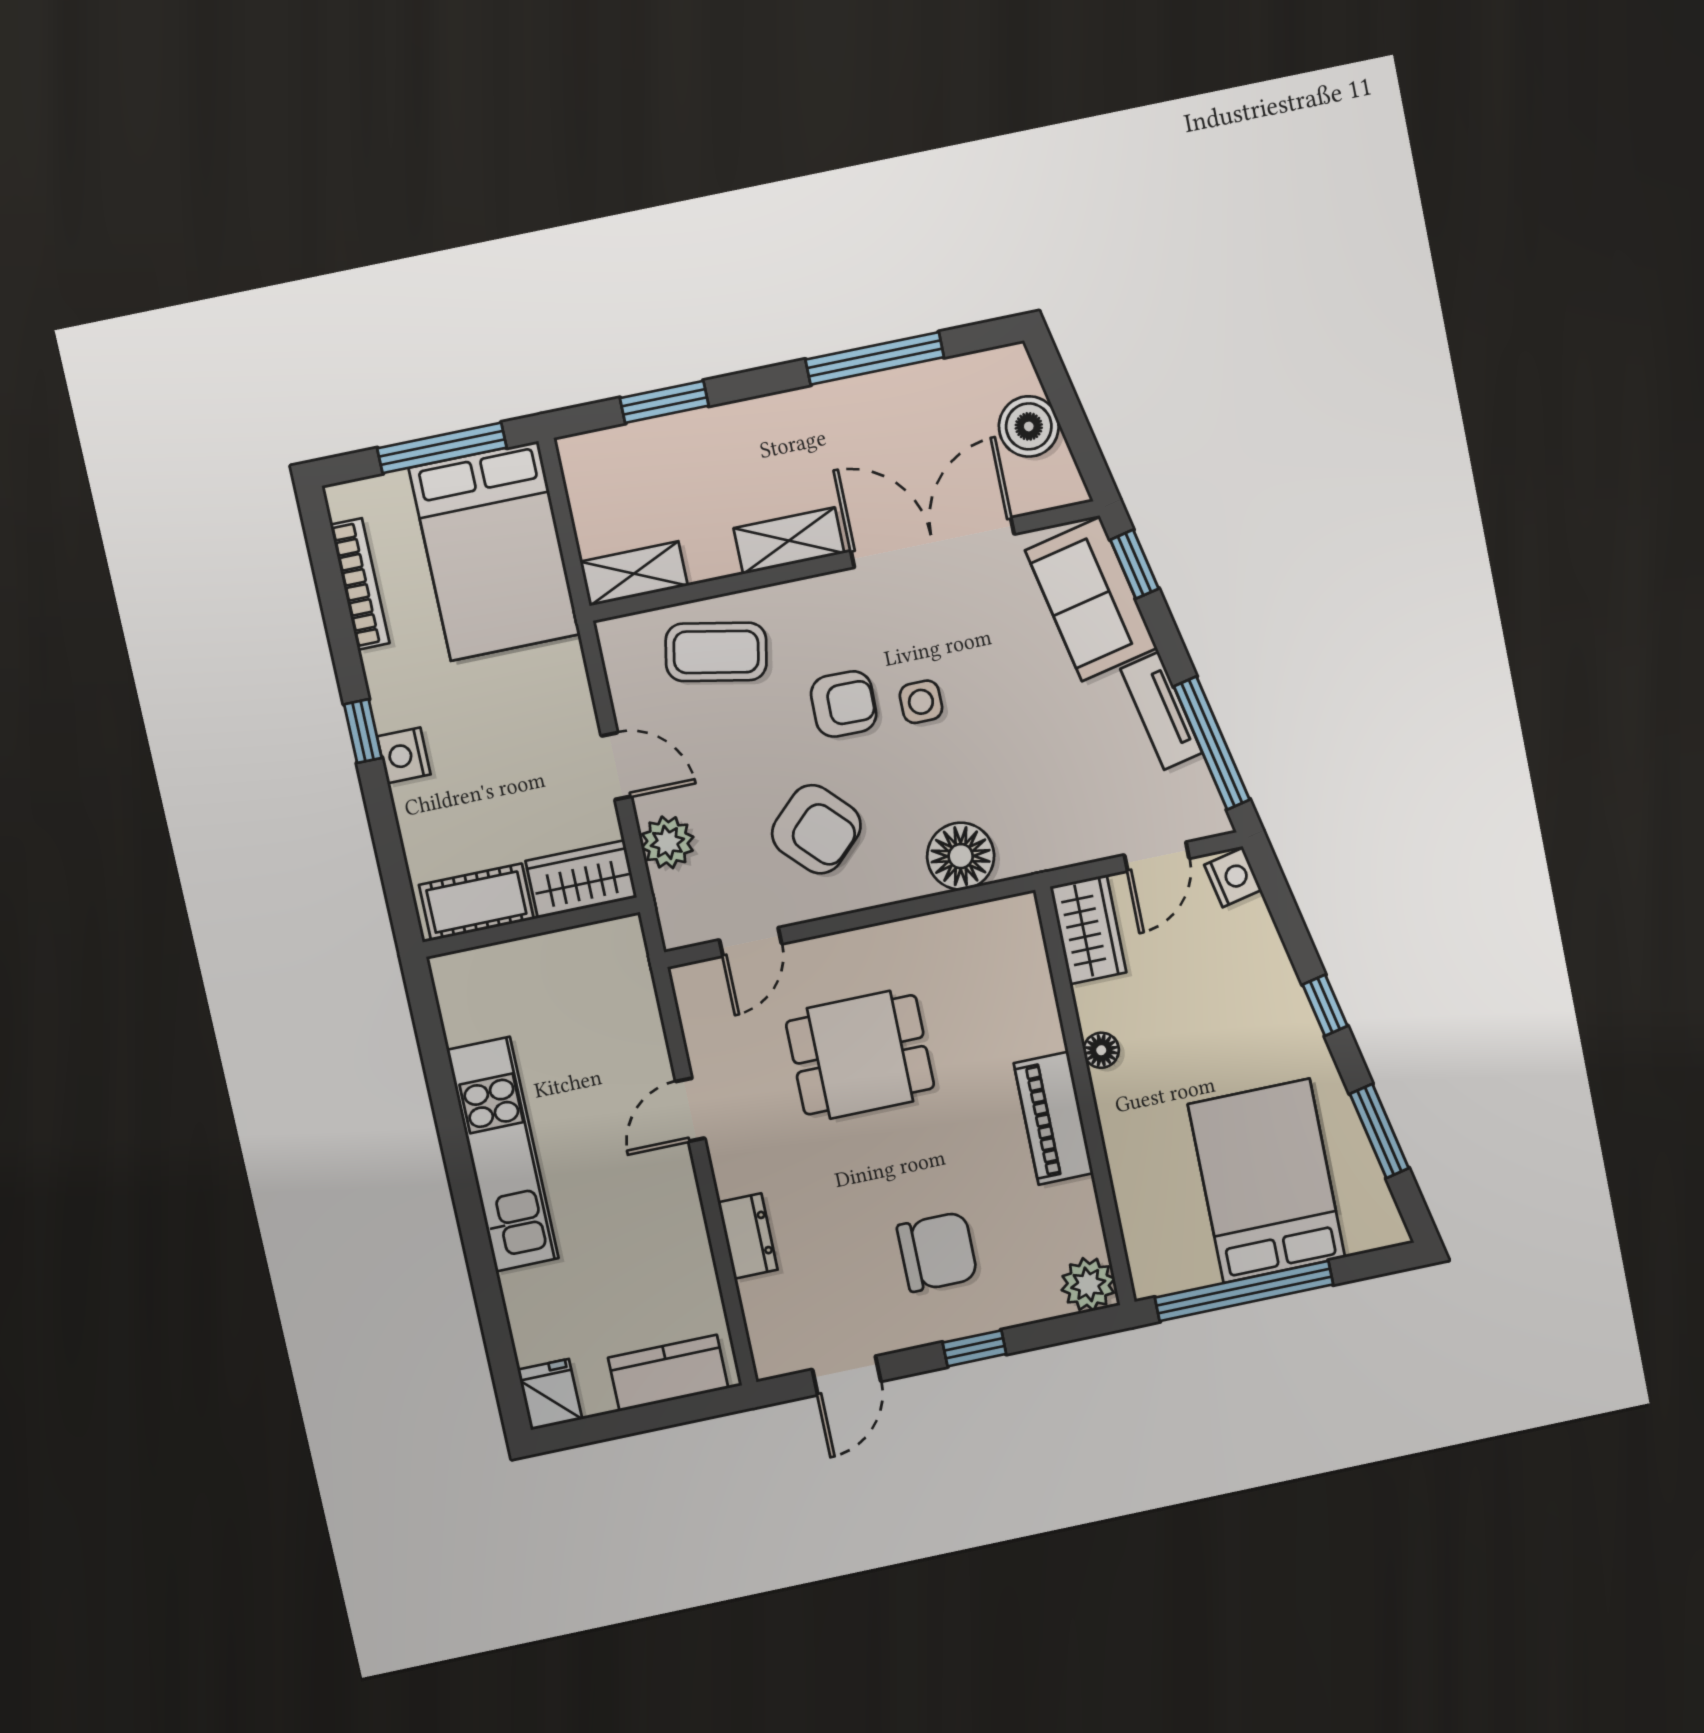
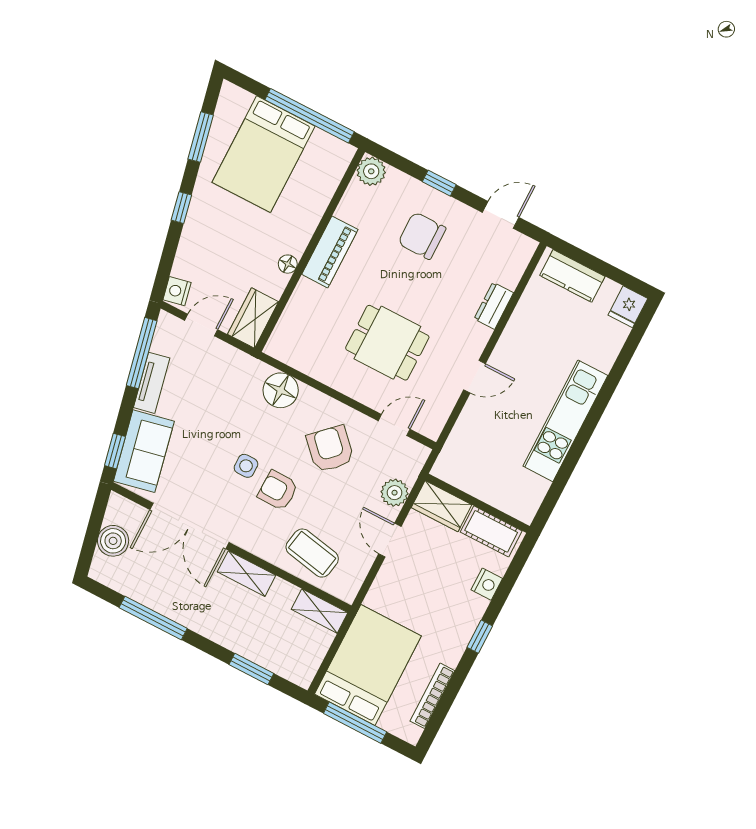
nightstand: (404, 755) -> (487, 584), moved

